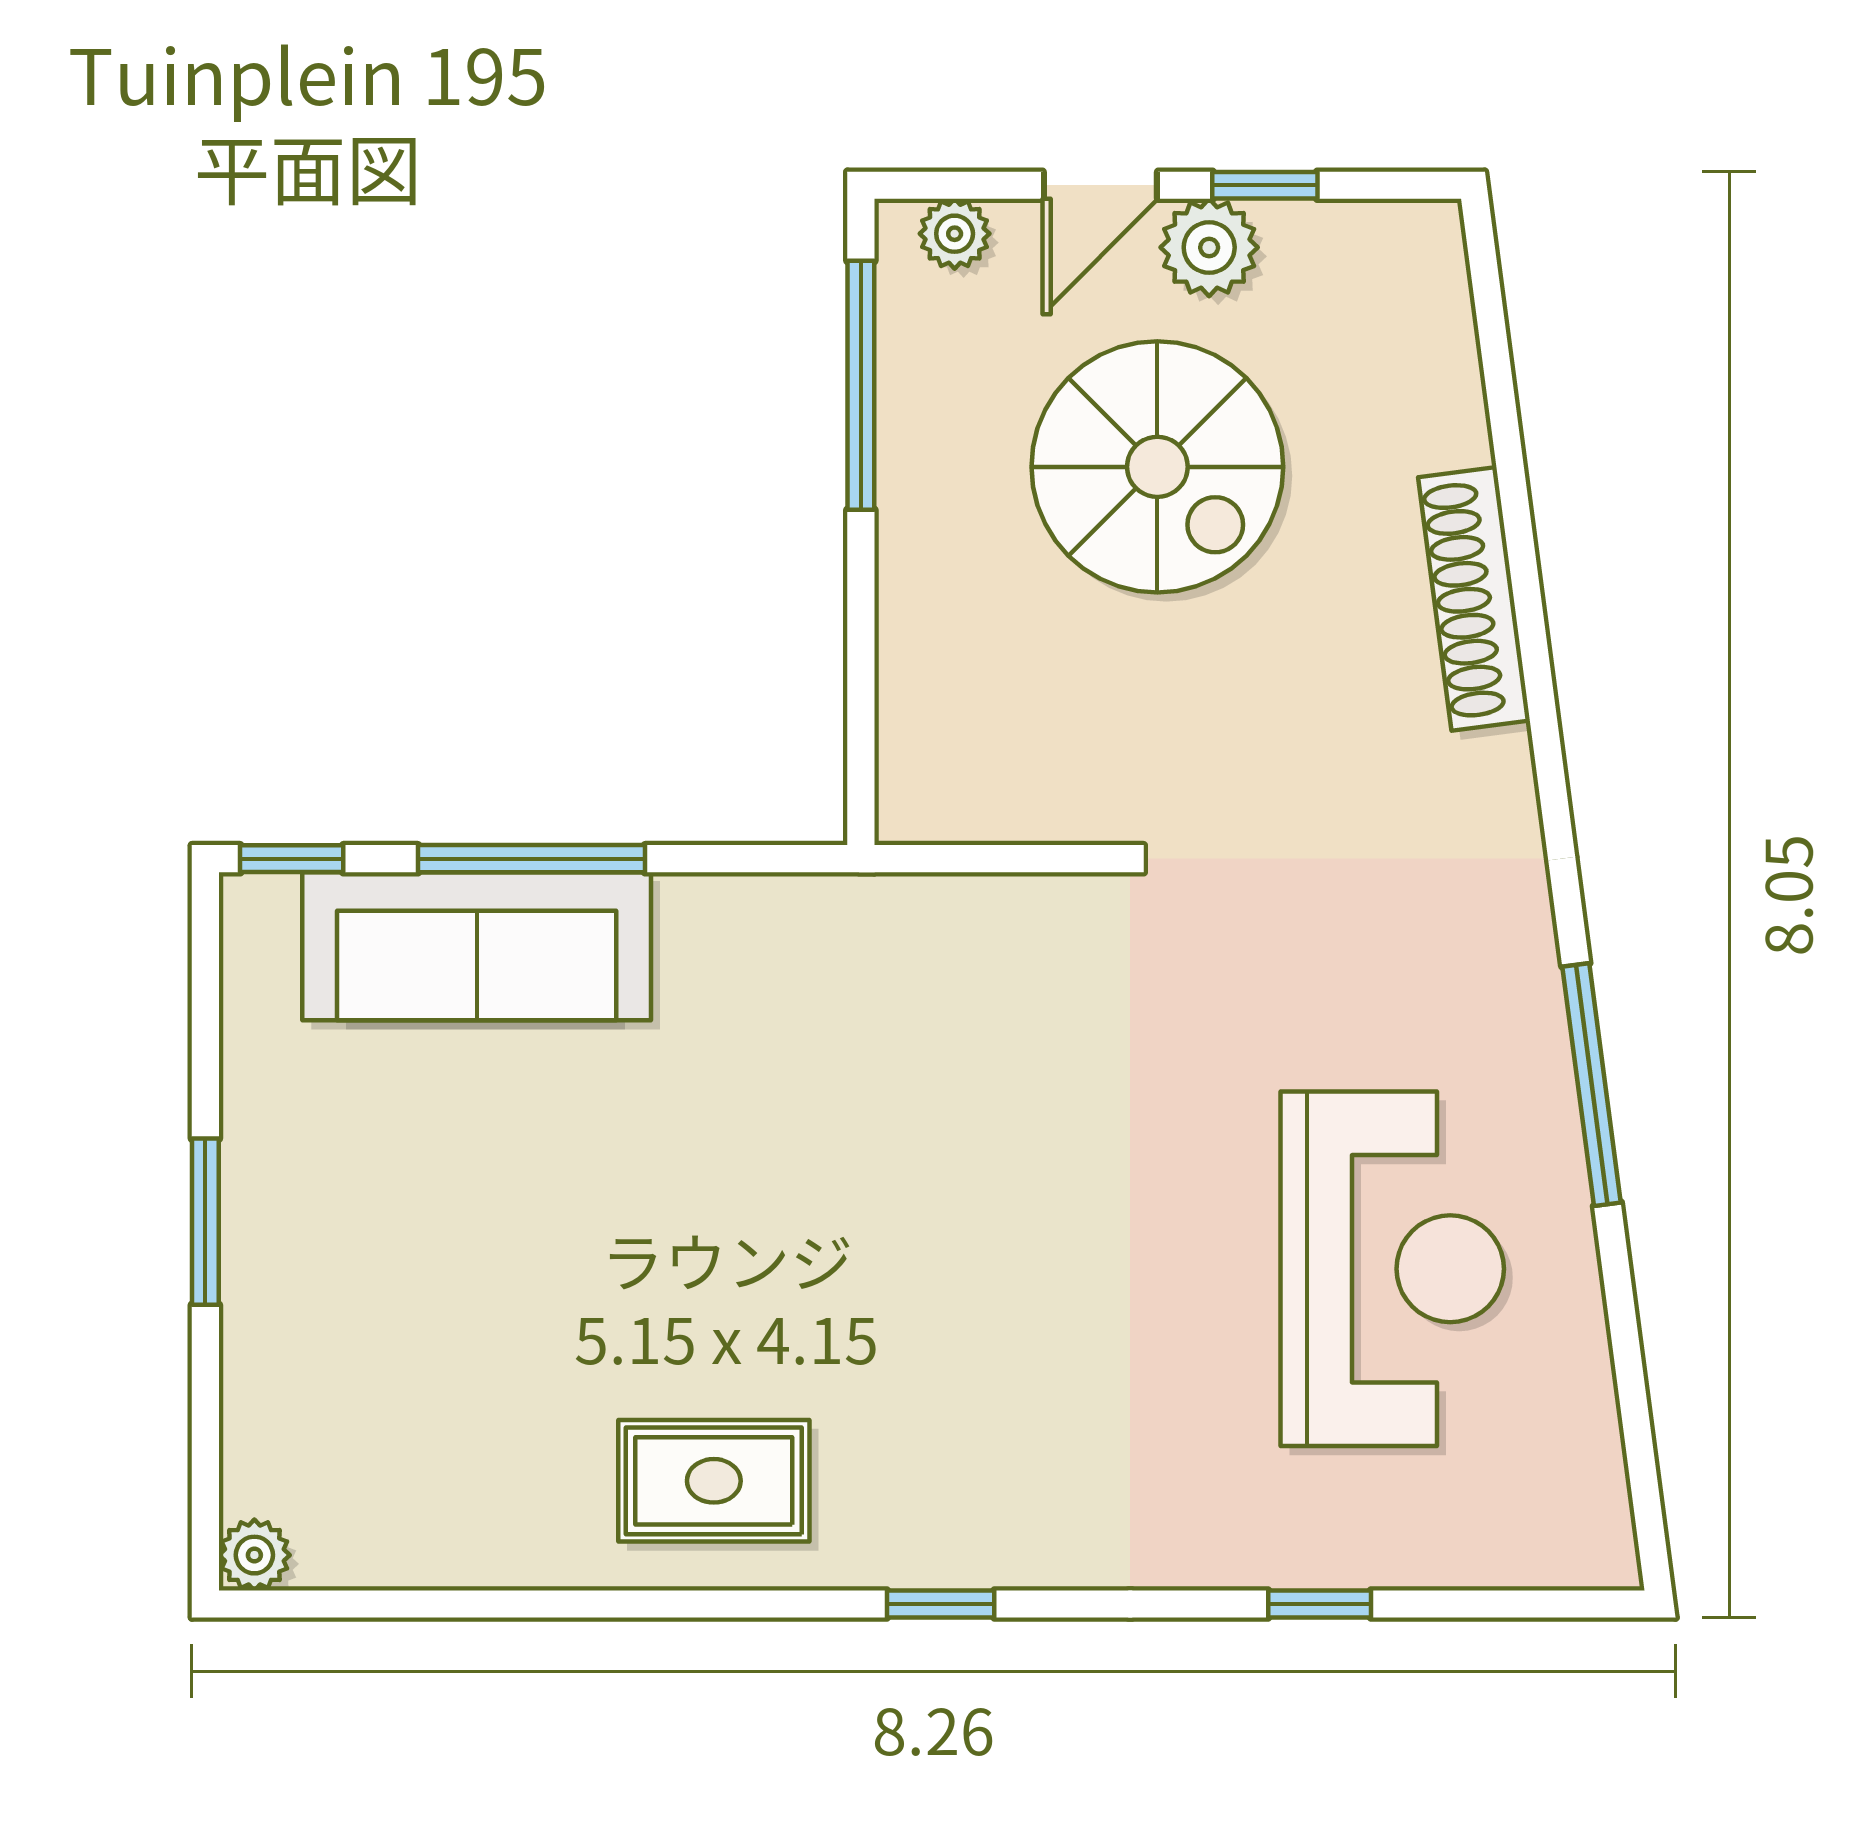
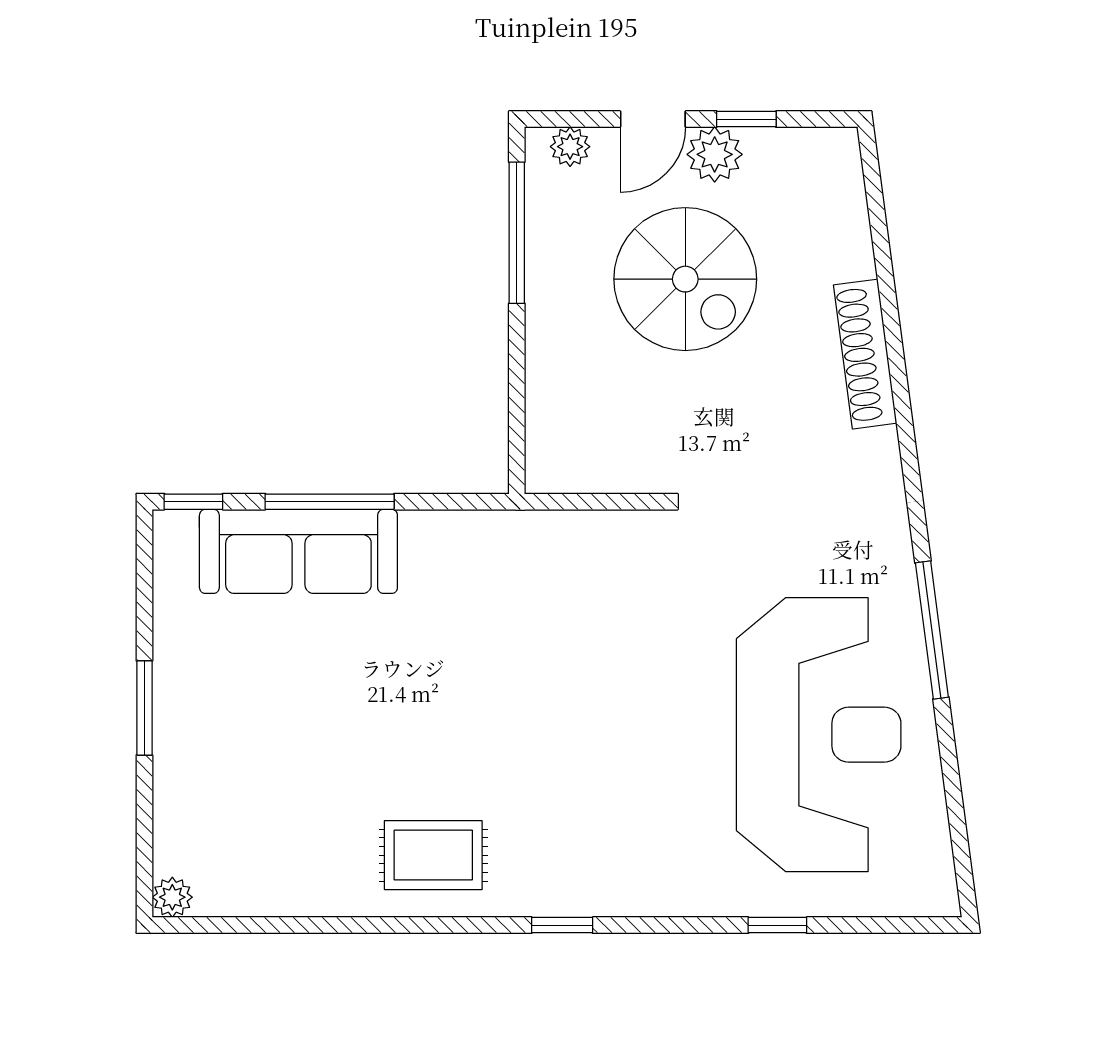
reception desk: (1392, 1269) -> (819, 735), width x1.36, depth x1.30

